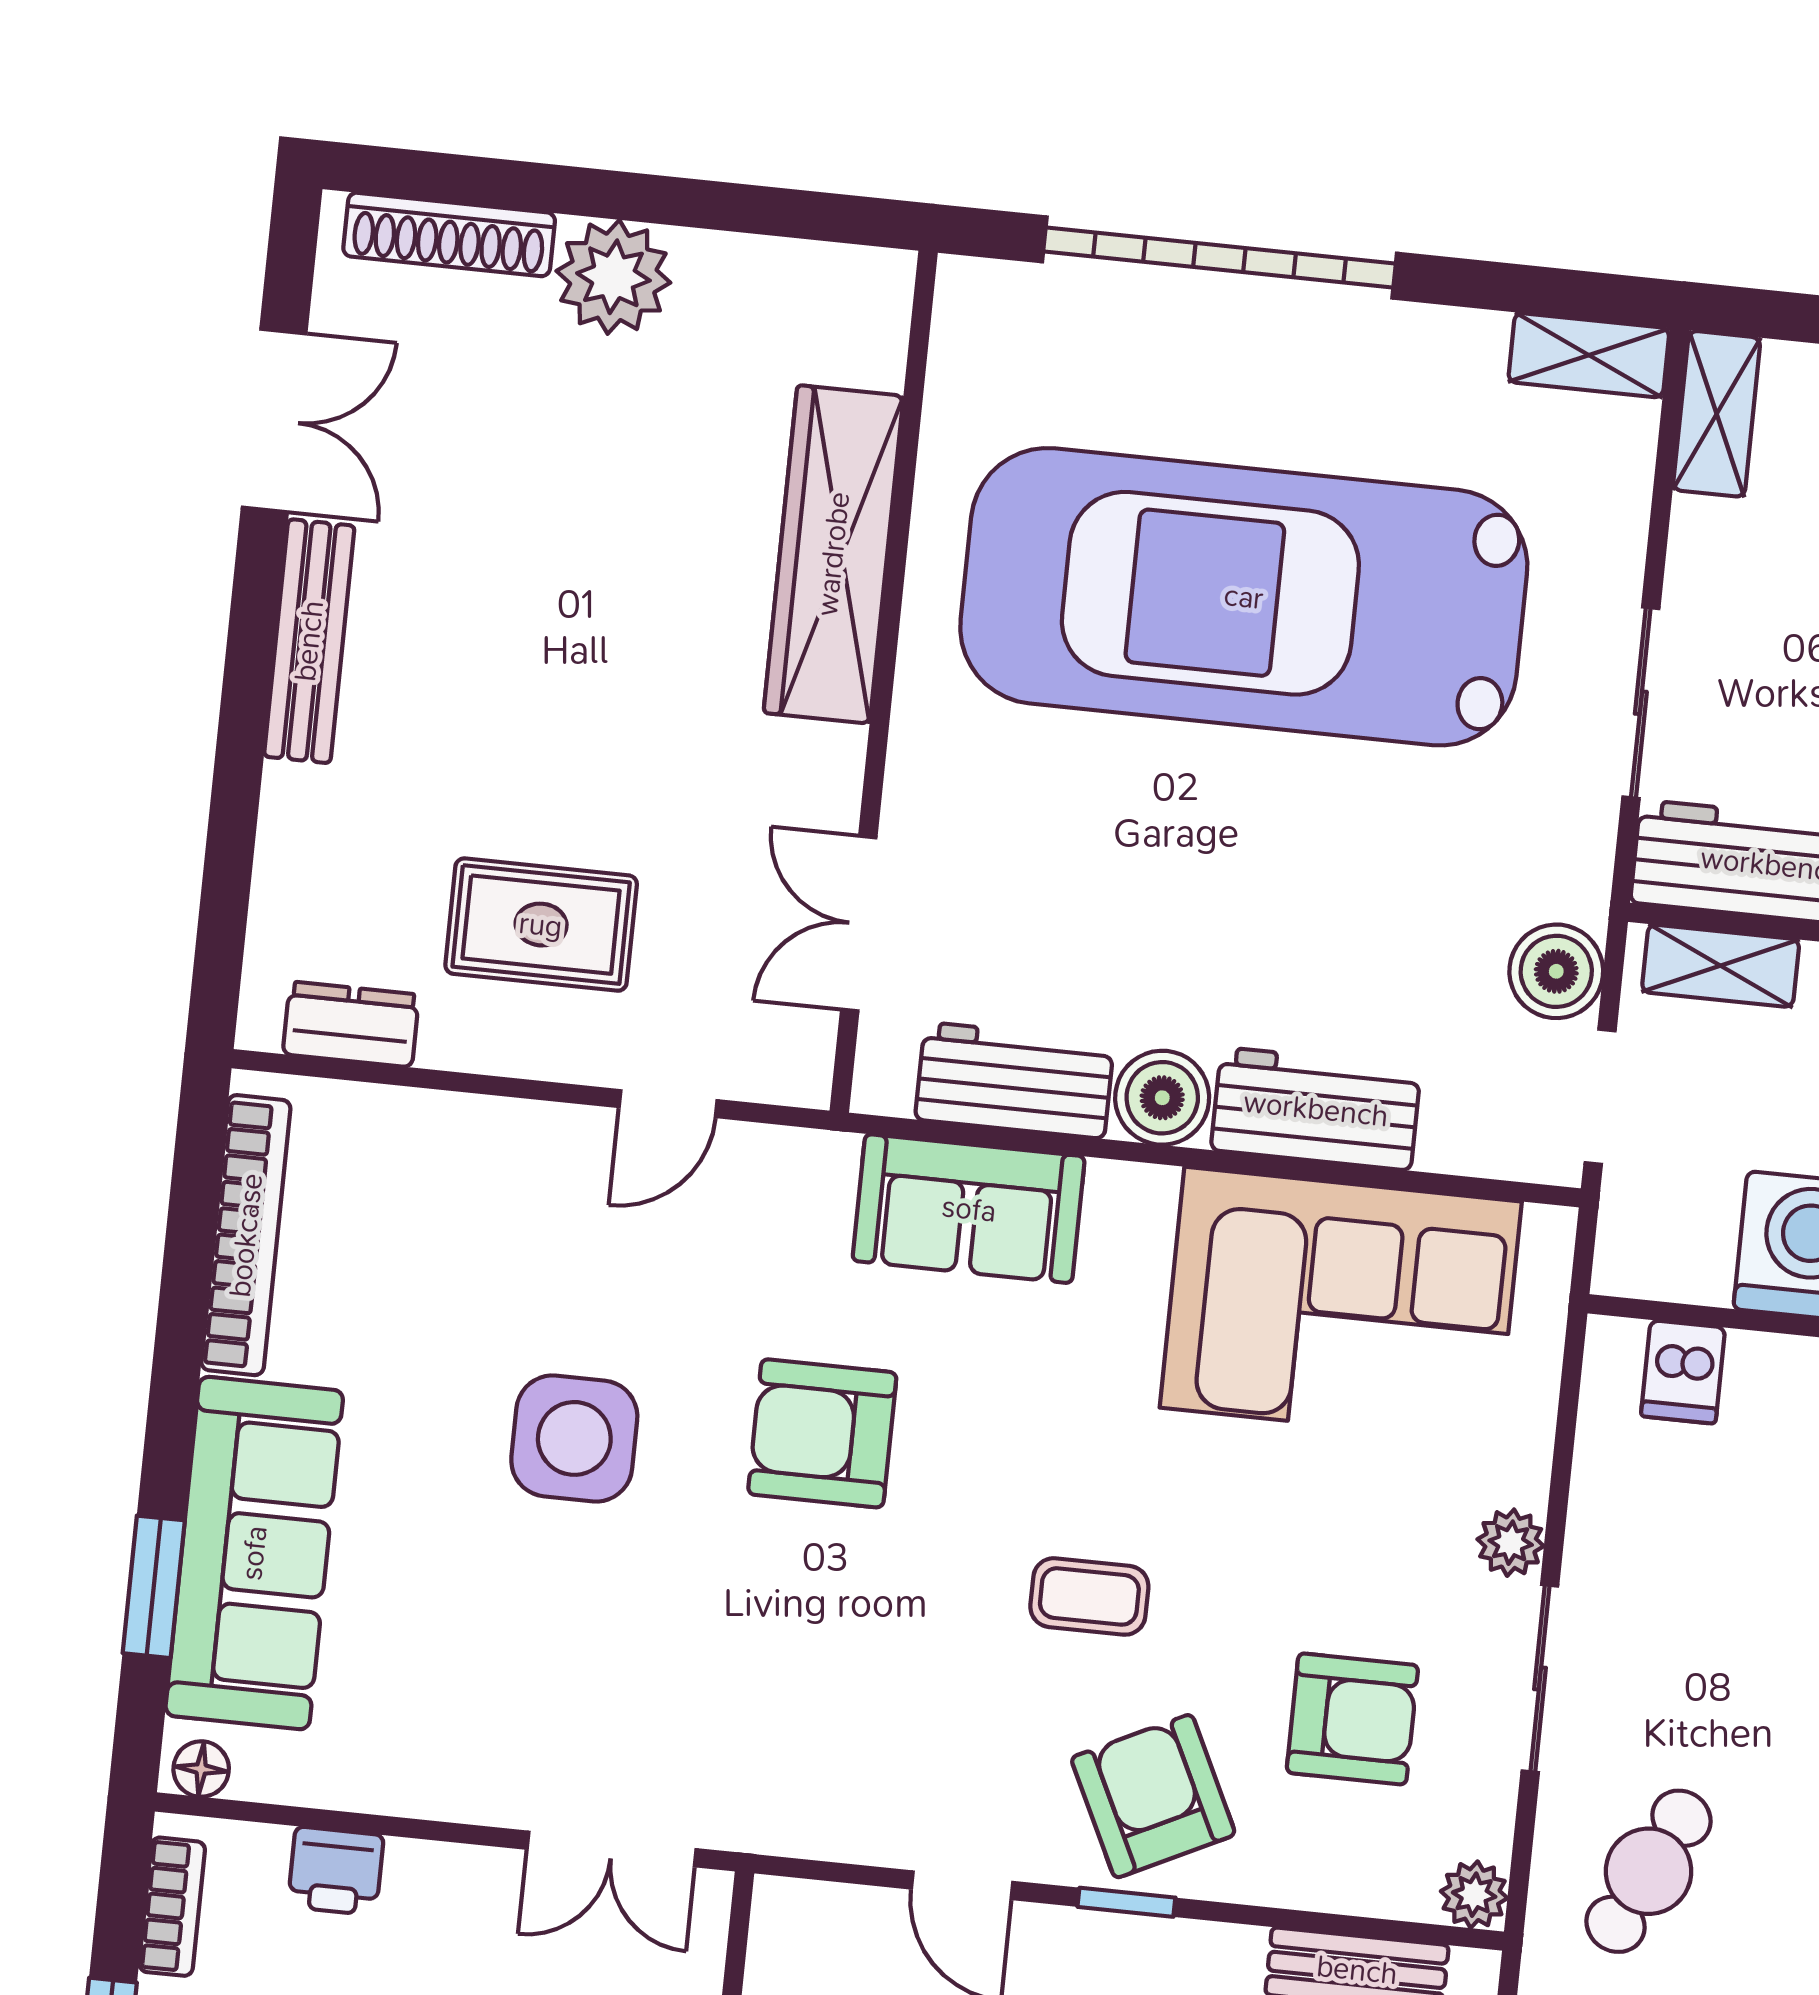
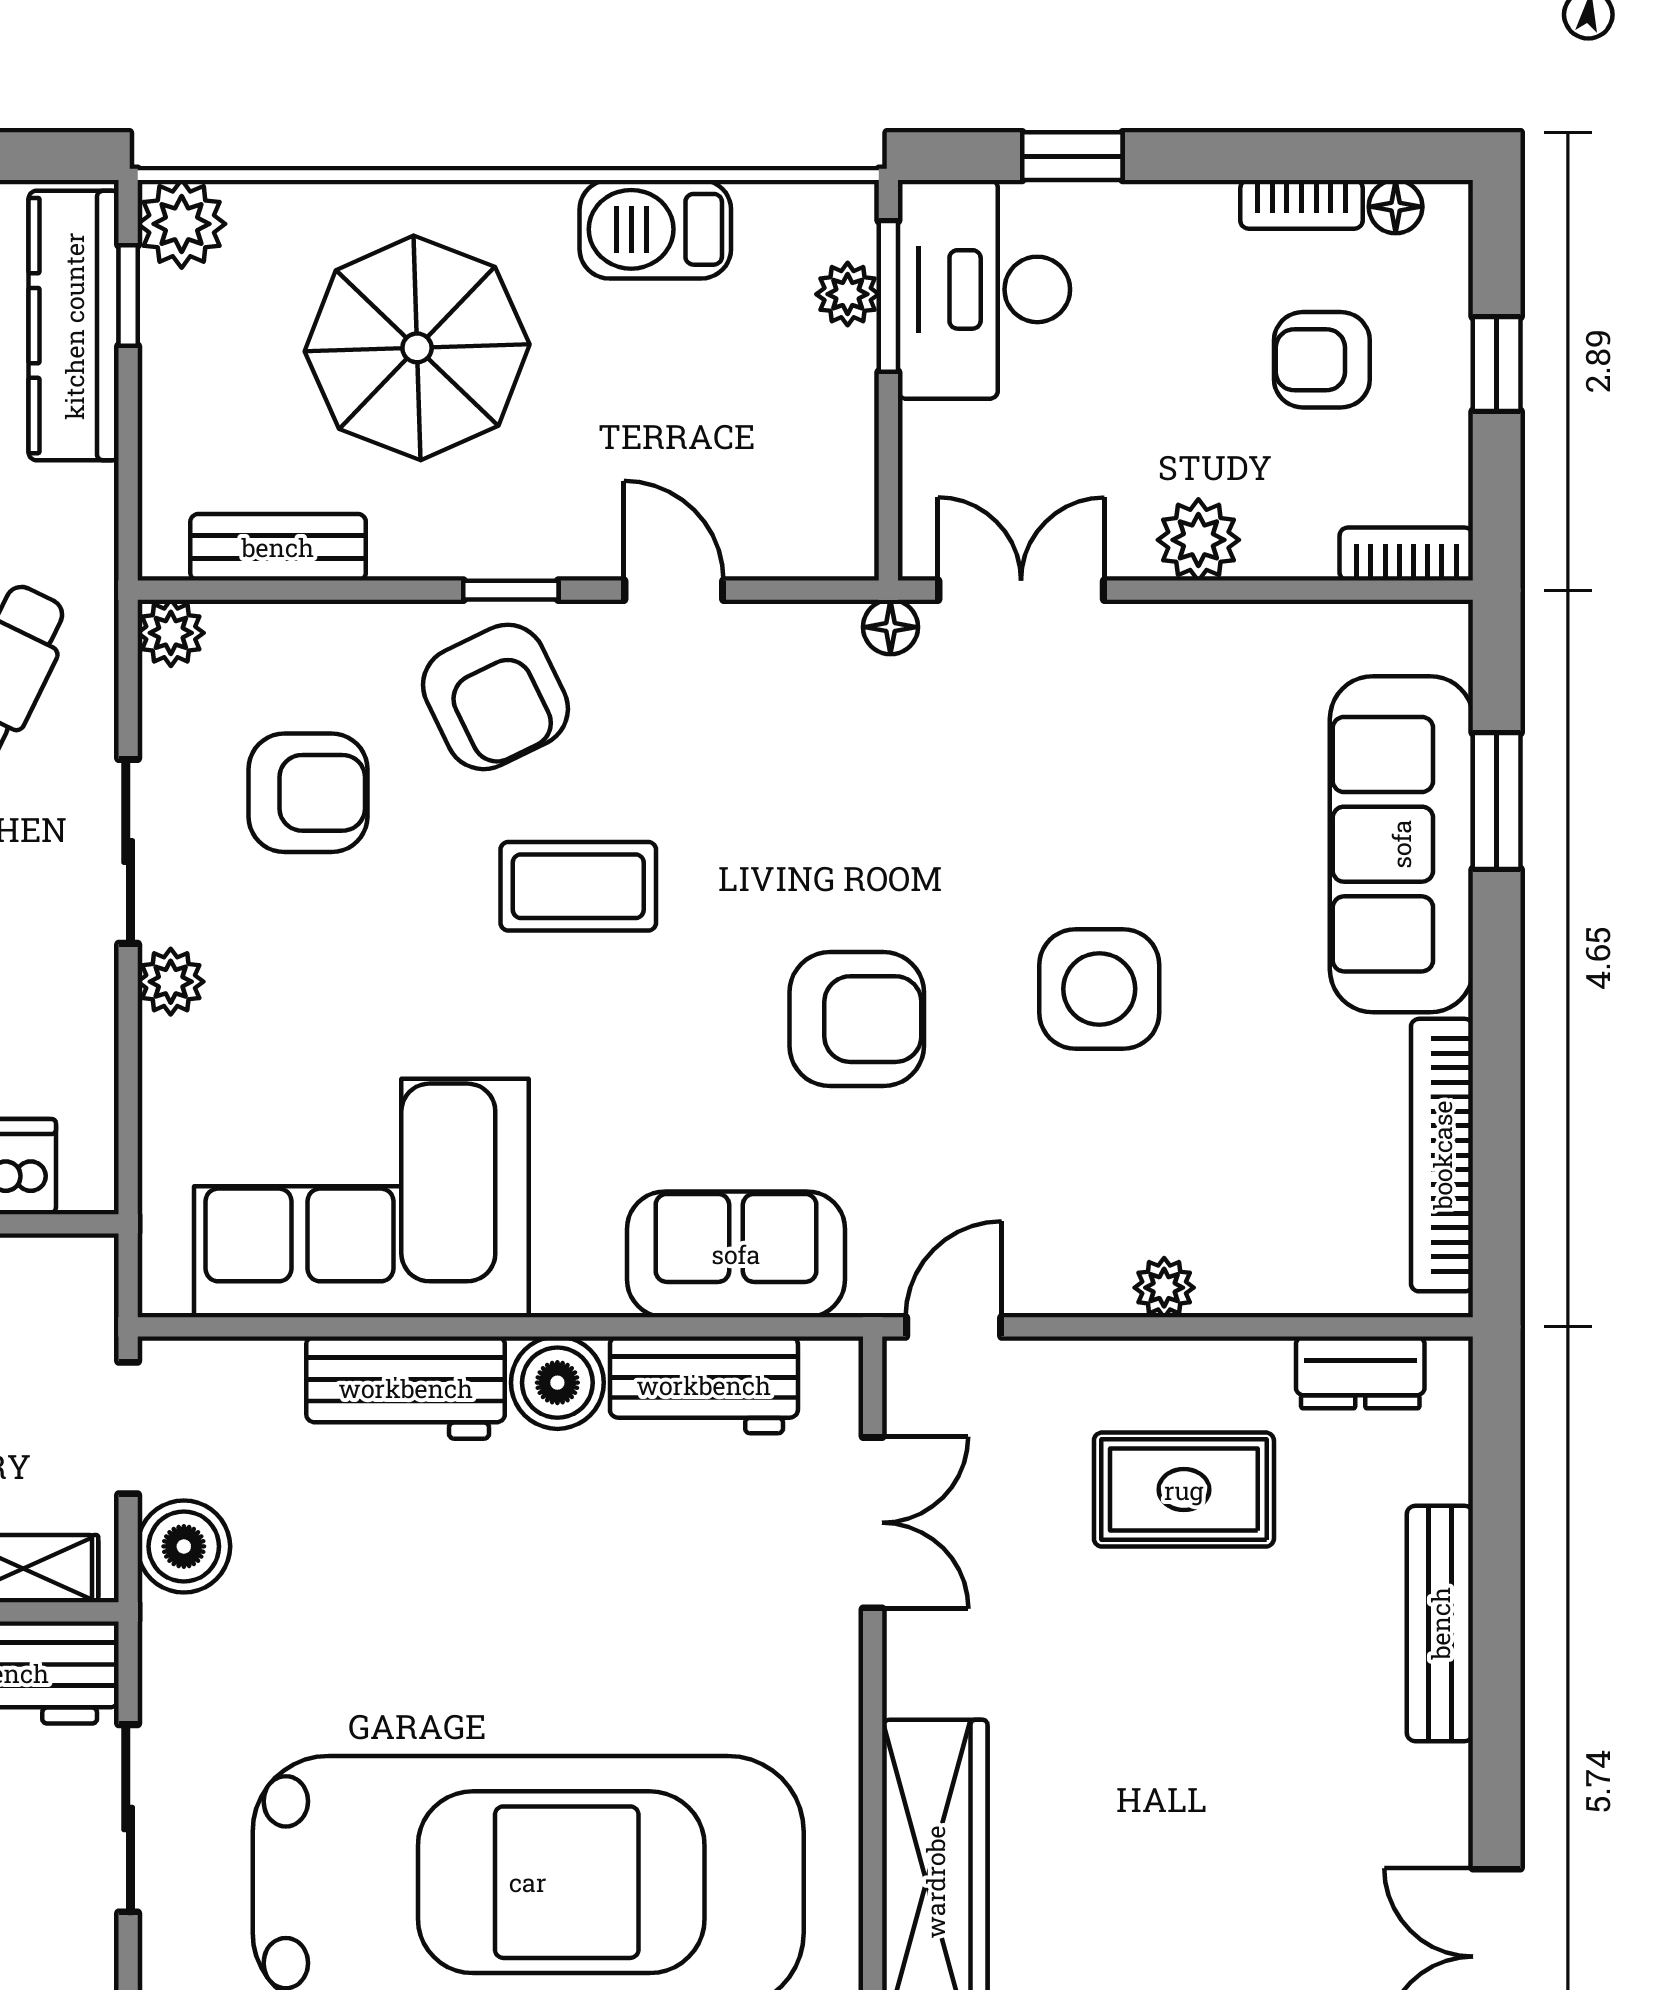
bench: (309, 641) -> (1440, 1623), moved
door: (668, 1104) -> (954, 1327), moved
plant: (540, 1130) -> (1164, 1288), added
coffee table: (1089, 1596) -> (578, 886), width x1.36, depth x1.30
armchair: (1352, 1719) -> (308, 793), turned 180
floor lamp: (201, 1769) -> (890, 627), moved
printer: (336, 1871) -> (1289, 541), removed
plant: (427, 1881) -> (1198, 540), added
bookcase: (172, 1907) -> (1406, 554), moved, turned 90

